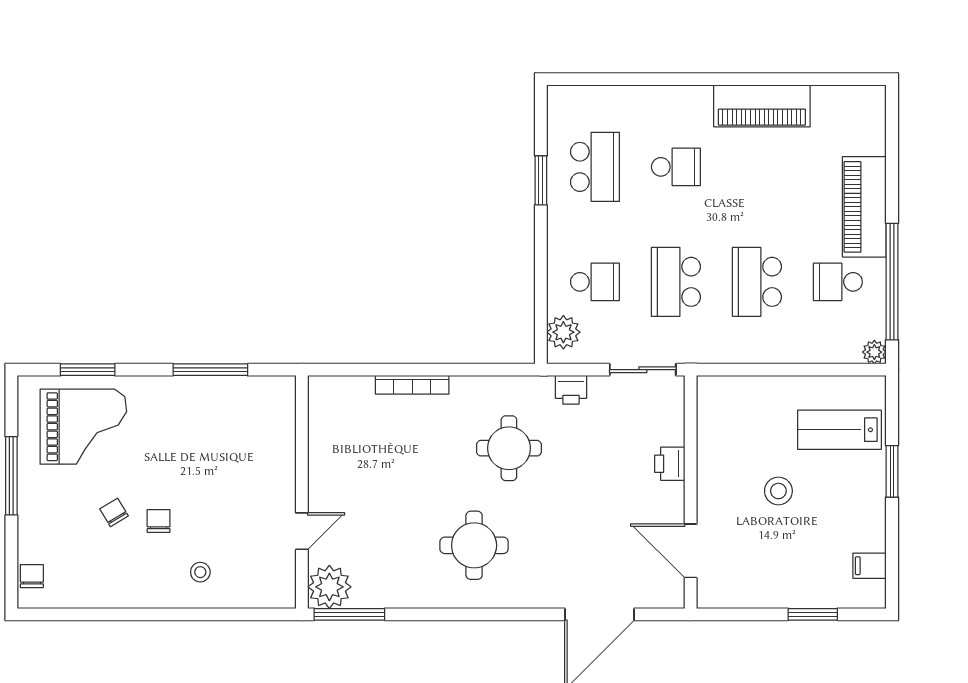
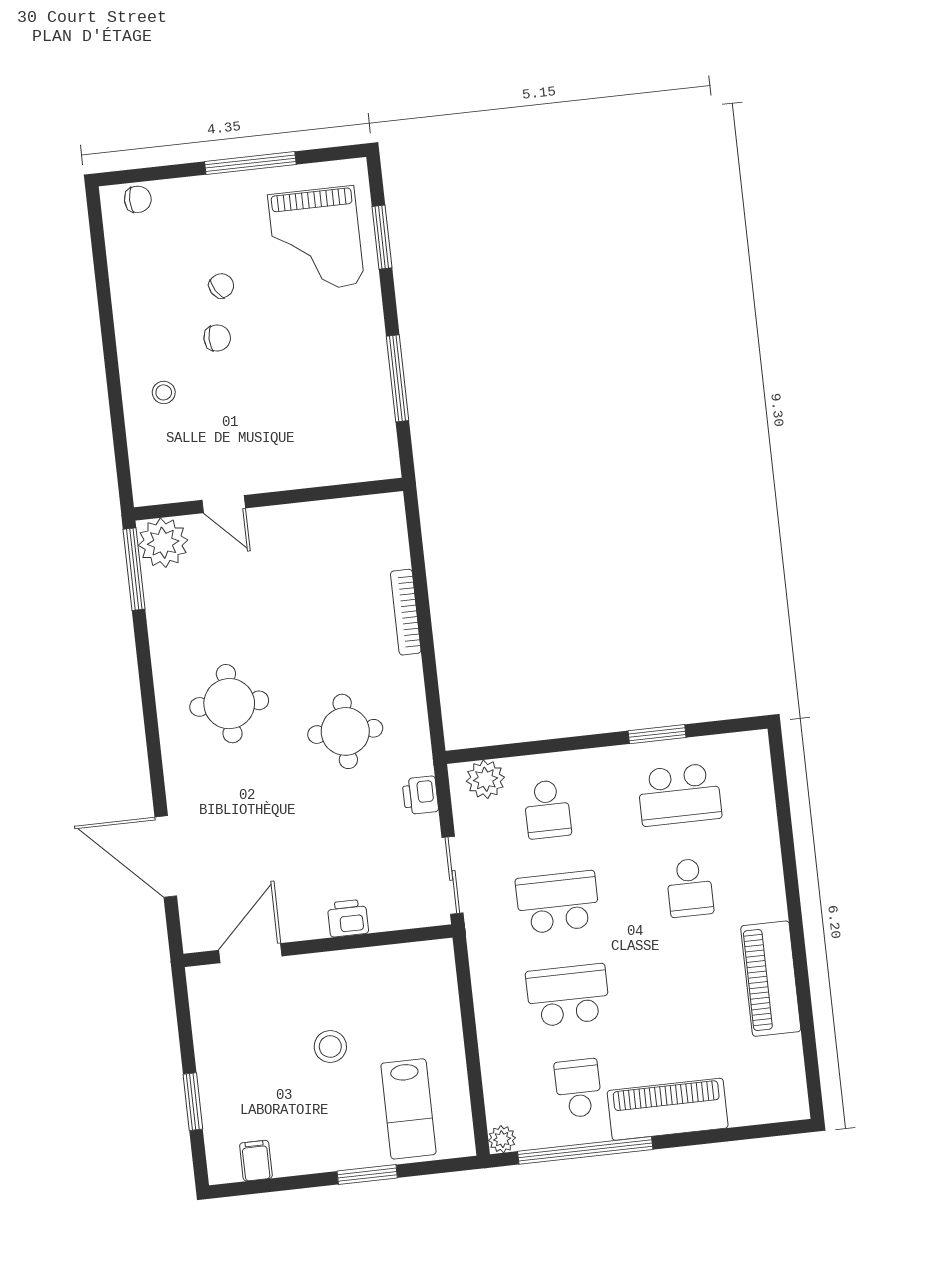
lab bench: (839, 430) -> (408, 1109), turned 180

